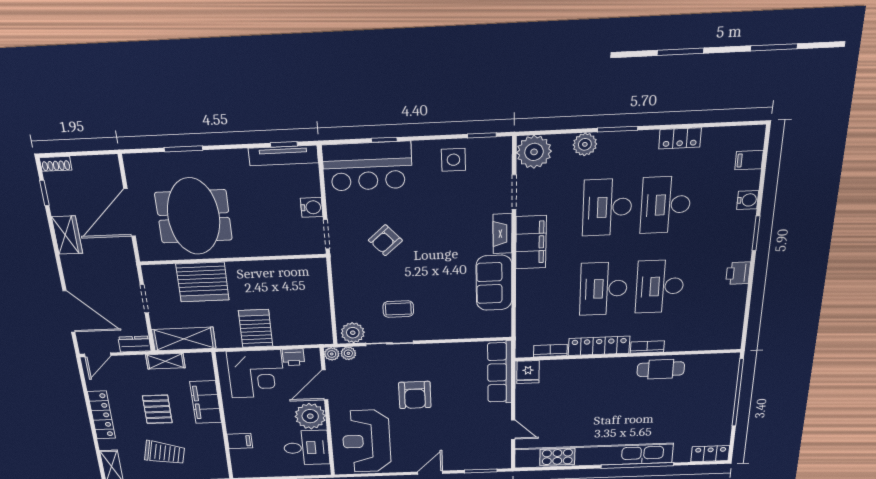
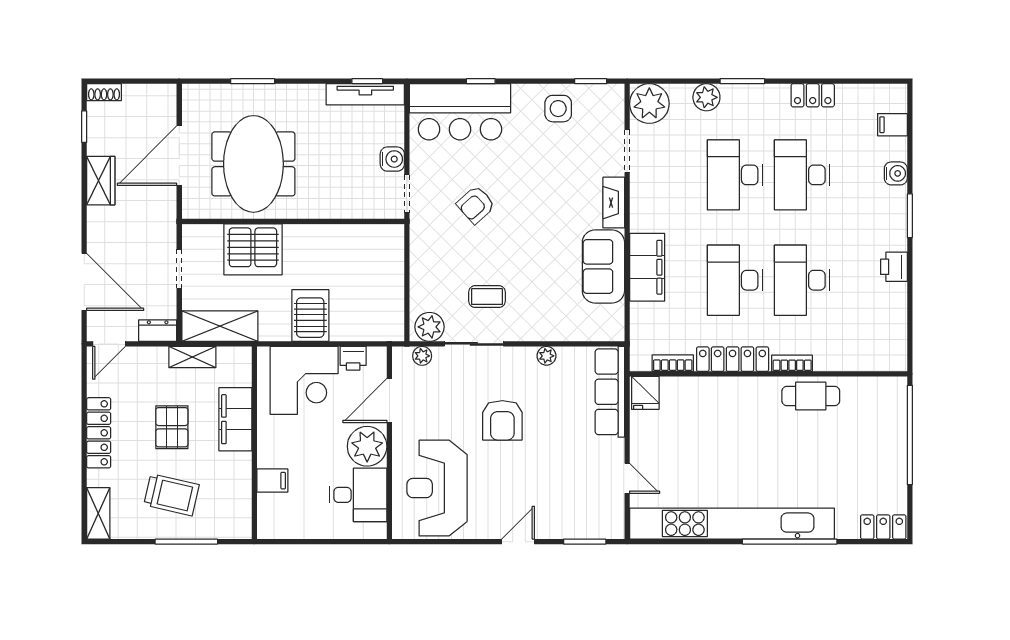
filing cabinet: (531, 242) -> (647, 267), moved
plant: (332, 354) -> (546, 356), moved

